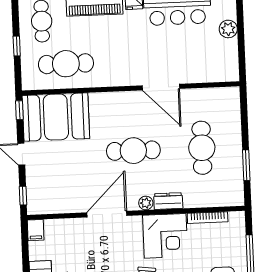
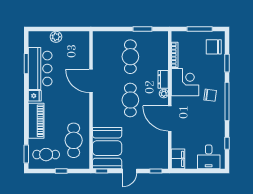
door: (161, 87) -> (91, 81), swing flipped
cafe table: (202, 148) -> (130, 57), turned 90
filing cabinet: (36, 230) -> (178, 159), width x2.00

